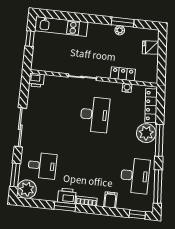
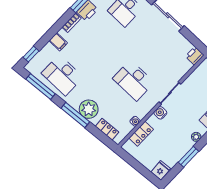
plant: (120, 30) -> (196, 137), moved
fridge: (151, 47) -> (161, 170), moved
water cooler: (104, 72) -> (160, 113), added
locker: (123, 74) -> (141, 134), moved
locker: (151, 106) -> (107, 129), width x0.66

